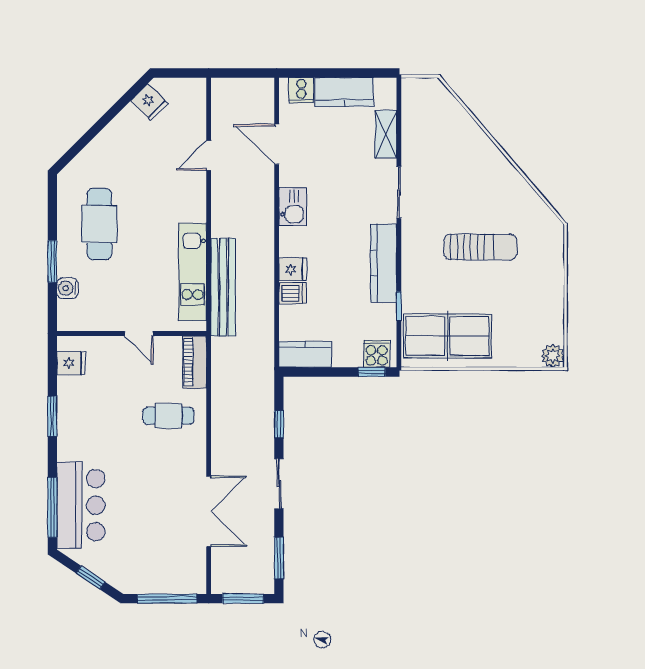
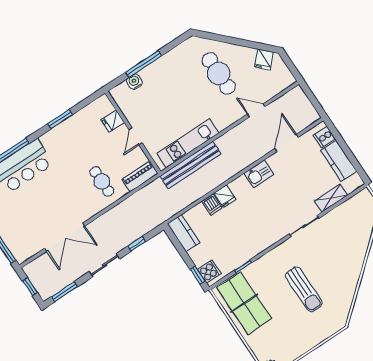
cafe table: (99, 224) -> (219, 74), moved, turned 90
window: (52, 262) -> (143, 64), width x1.44
kitchen counter: (384, 263) -> (261, 243), removed
fridge: (71, 363) -> (113, 121), moved, turned 90
window: (243, 599) -> (30, 287), width x0.67

